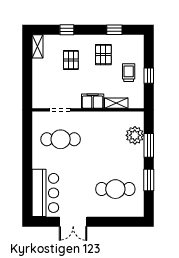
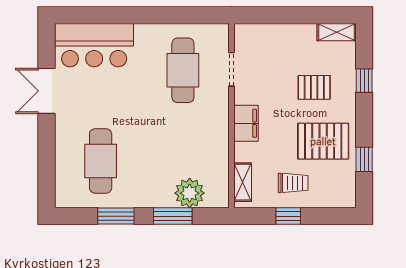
pallet: (103, 55) -> (323, 141), width x1.50, depth x1.42
shelving: (116, 103) -> (243, 182), moved

